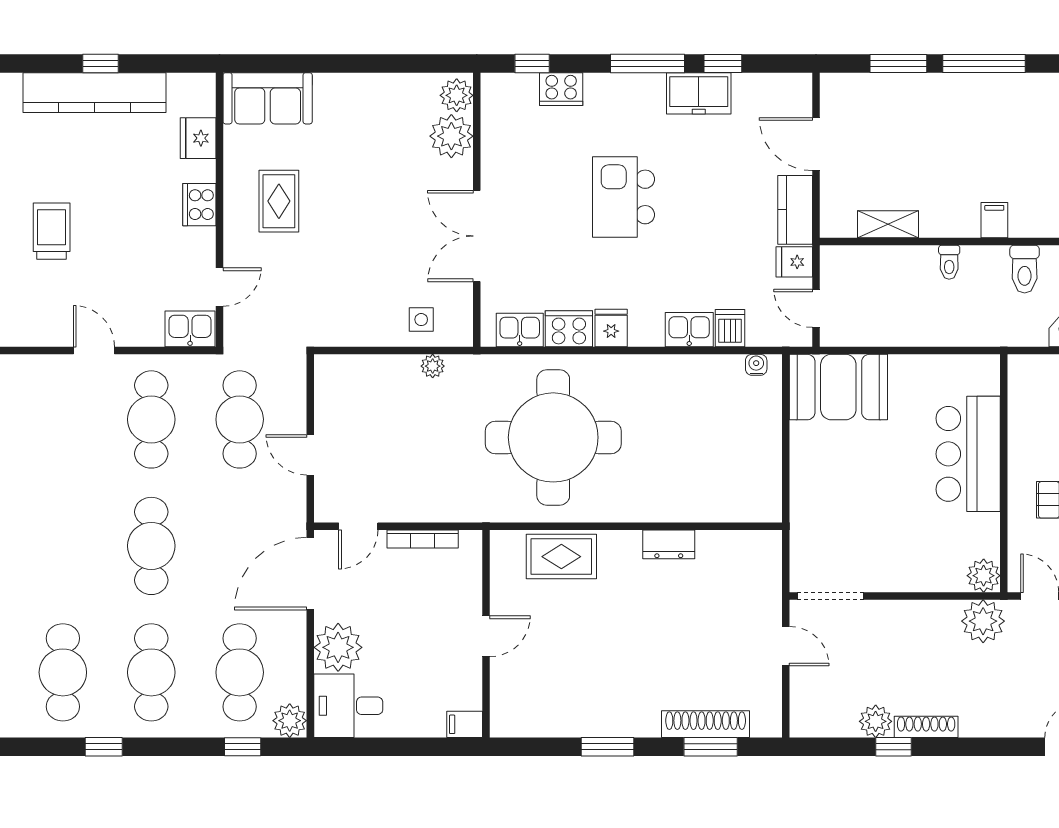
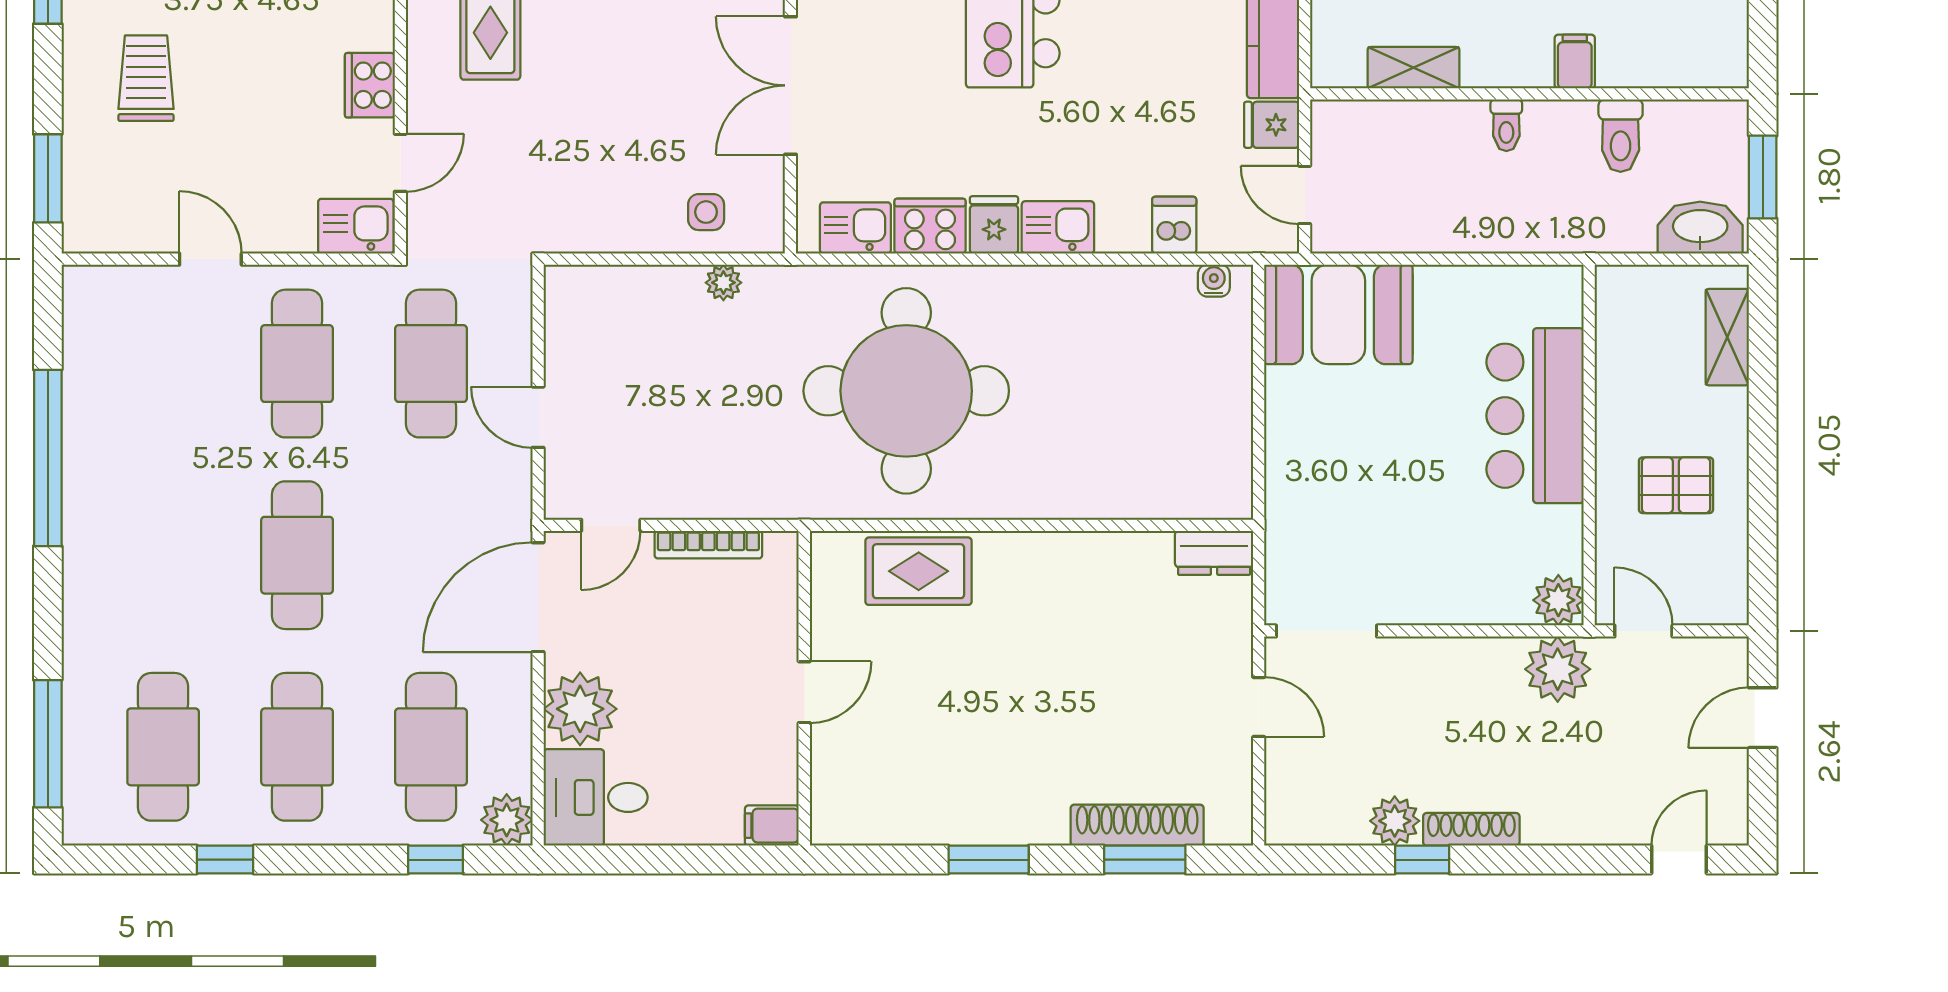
cooker: (199, 205) -> (370, 85), moved
kitchen sink: (689, 330) -> (1058, 227), moved
dresser: (669, 544) -> (1214, 553), moved

